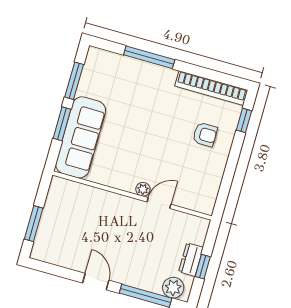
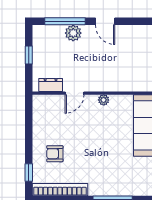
plant: (143, 189) -> (104, 100), moved
dresser: (191, 260) -> (51, 85), moved, turned -90
plant: (173, 288) -> (73, 33), moved

